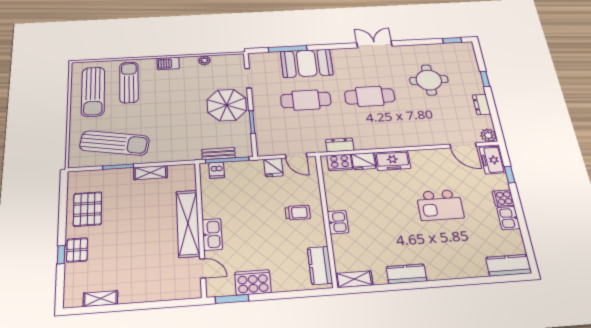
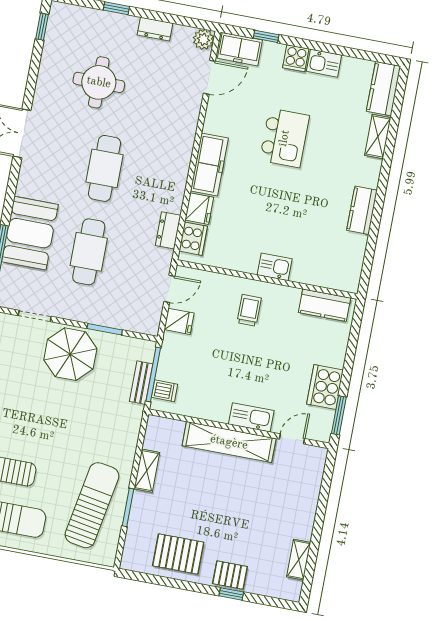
freezer: (393, 161) -> (209, 164), width x1.40
shelving: (354, 279) -> (378, 136), moved

